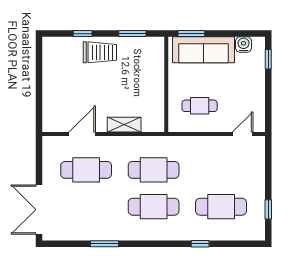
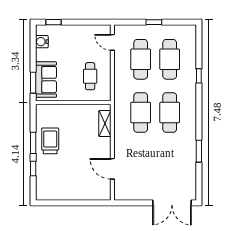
window: (132, 34) -> (33, 143), moved
sofa: (204, 50) -> (46, 80), width x0.73
trolley: (100, 52) -> (50, 141), moved
shelving: (124, 125) -> (105, 124), moved
cafe table: (86, 170) -> (141, 59), moved
window: (268, 209) -> (154, 22), moved

